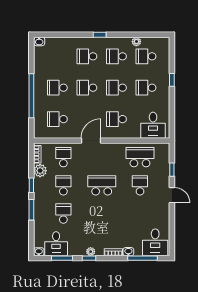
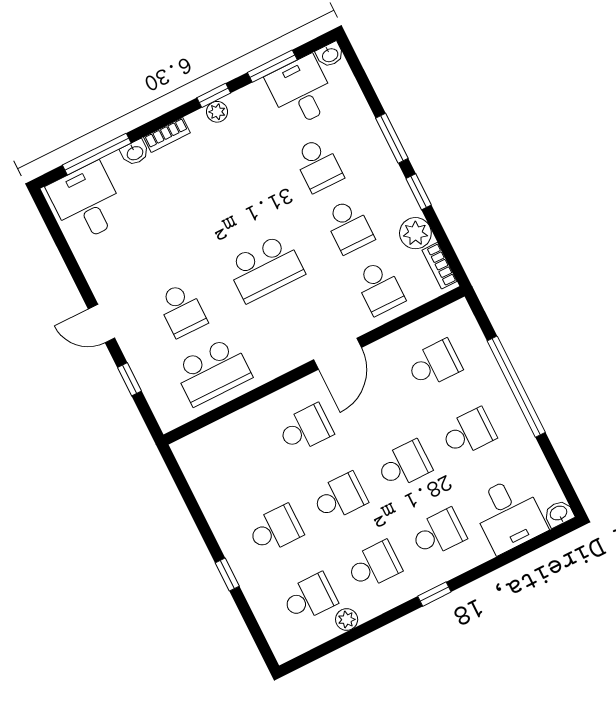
desk: (153, 125) -> (509, 515), moved, turned 180

